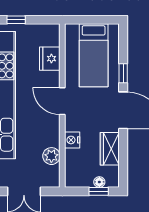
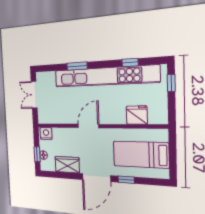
door: (62, 101) -> (88, 126), moved
nightstand: (72, 140) -> (46, 134), moved
plant: (51, 156) -> (60, 117), removed

